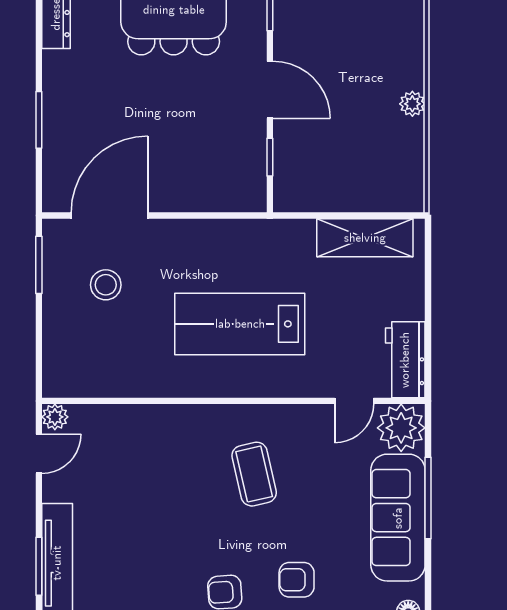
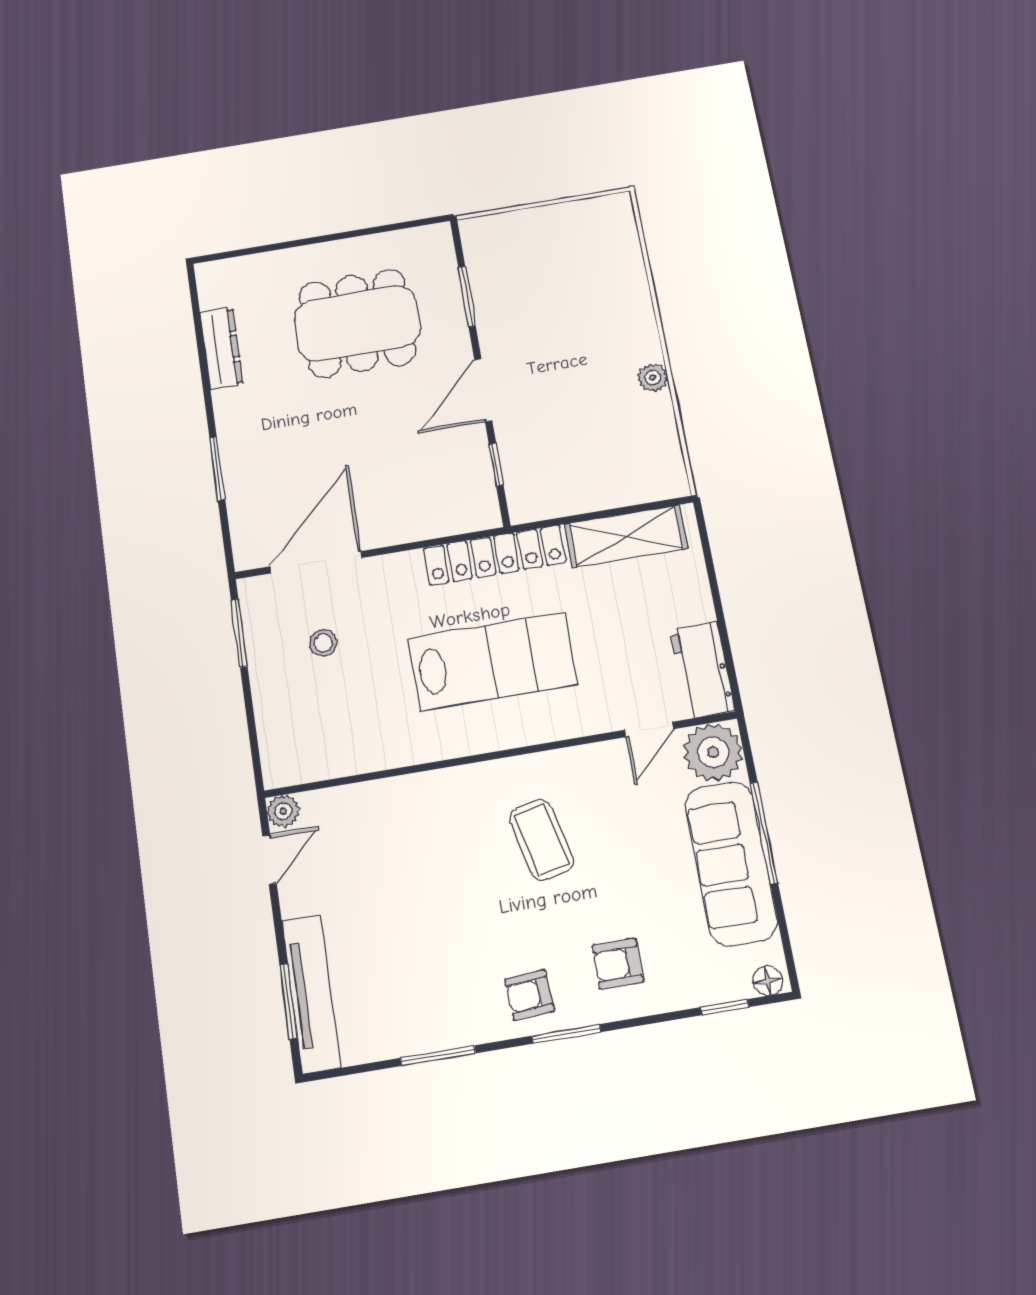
door: (270, 90) -> (483, 390), swing flipped
locker: (256, 235) -> (495, 555), added
stool: (106, 285) -> (323, 643), width x0.73, depth x0.73
lab bench: (240, 324) -> (493, 661), turned 180

